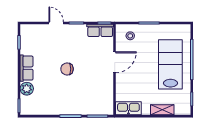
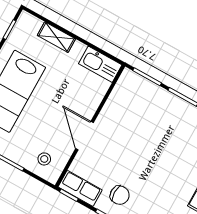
door: (115, 62) -> (85, 136), hinge flipped
chair: (67, 69) -> (120, 195), moved

